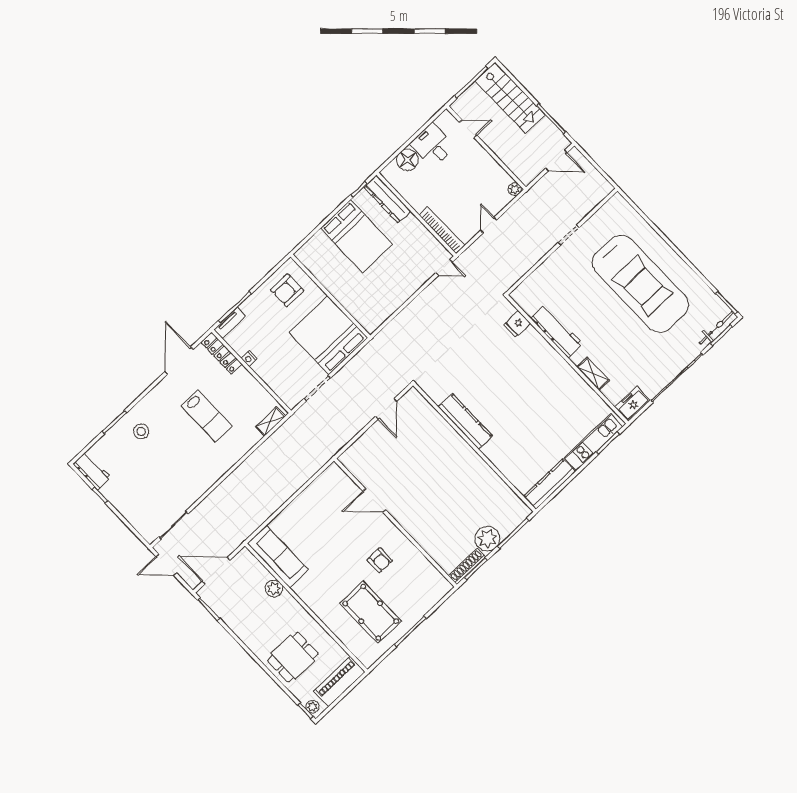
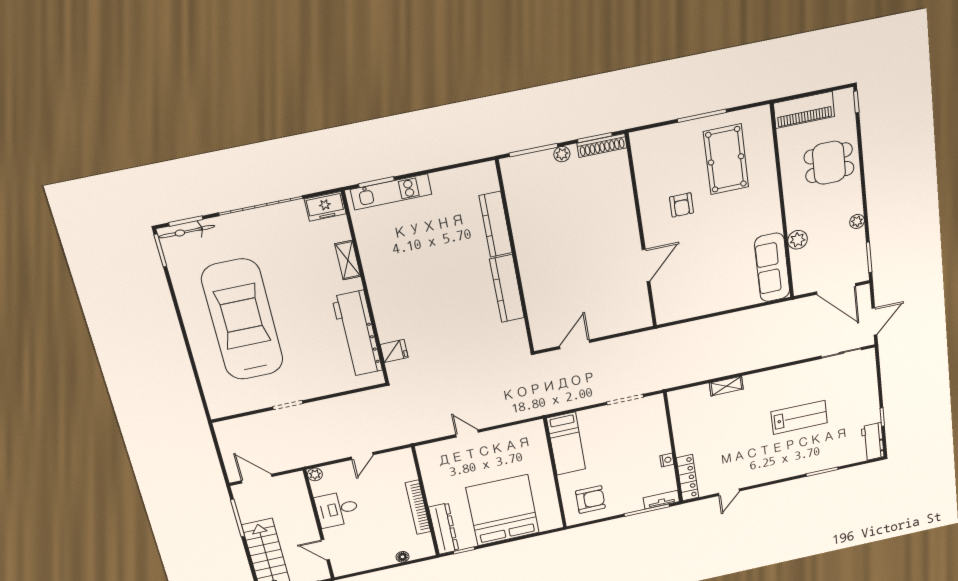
desk: (433, 145) -> (337, 509), moved, turned 90
floor lamp: (408, 160) -> (403, 557), width x0.53, depth x0.53
bookcase: (442, 230) -> (418, 507), moved
bed: (356, 236) -> (503, 510), width x1.36
door: (444, 267) -> (467, 433), moved
workbench: (557, 331) -> (357, 334), width x1.36, depth x1.32
bed: (328, 335) -> (566, 444), width x0.49
door: (179, 361) -> (729, 492), width x0.53
lab bench: (207, 416) -> (799, 417), moved, turned 90
shelving: (270, 422) -> (726, 386), moved
stool: (141, 431) -> (806, 451), removed
kitchen counter: (549, 484) -> (496, 224), moved, turned 90
door: (374, 500) -> (646, 265), hinge flipped
plant: (487, 539) -> (562, 154), width x0.53, depth x0.53
armchair: (380, 560) -> (682, 205), turned 180
door: (166, 565) -> (874, 321), hinge flipped
plant: (313, 707) -> (857, 221), moved

